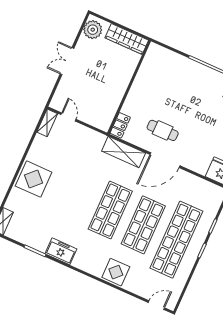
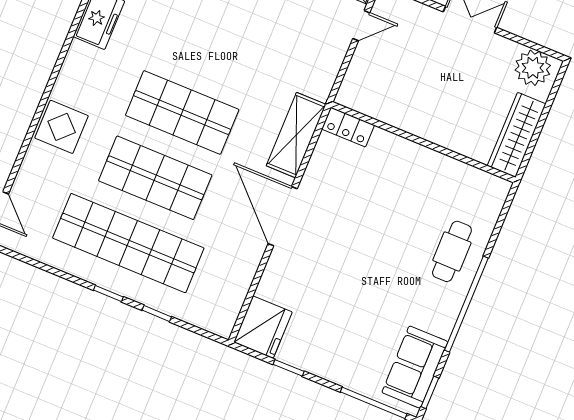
cafe table: (163, 130) -> (452, 251), moved

